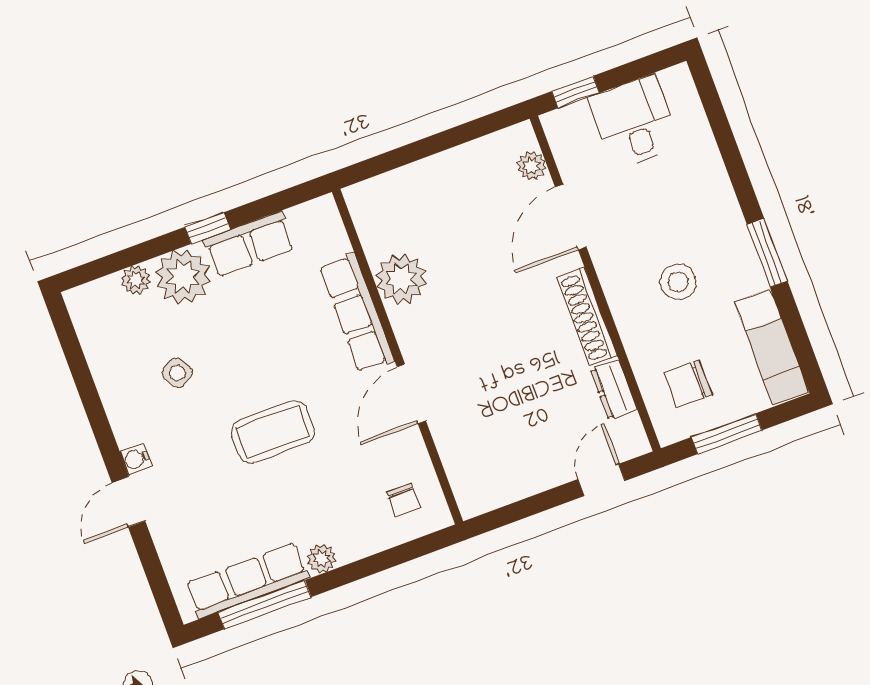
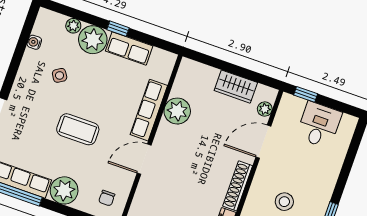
wardrobe: (460, 168) -> (236, 87), added
water cooler: (136, 459) -> (34, 42), moved
plant: (322, 558) -> (64, 190), width x1.88, depth x1.88

